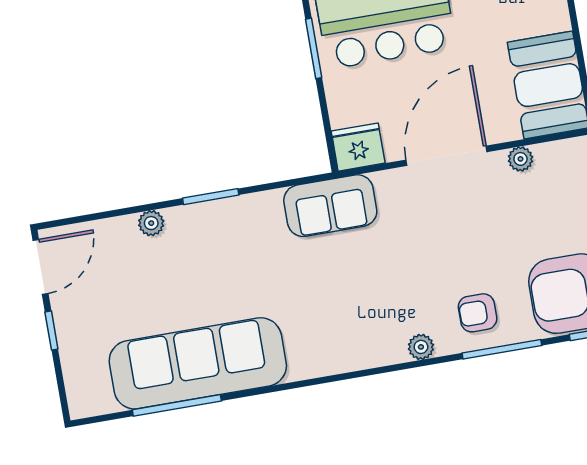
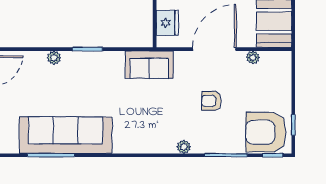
fridge: (358, 147) -> (167, 23), moved, turned 90
armchair: (478, 313) -> (211, 101), moved

